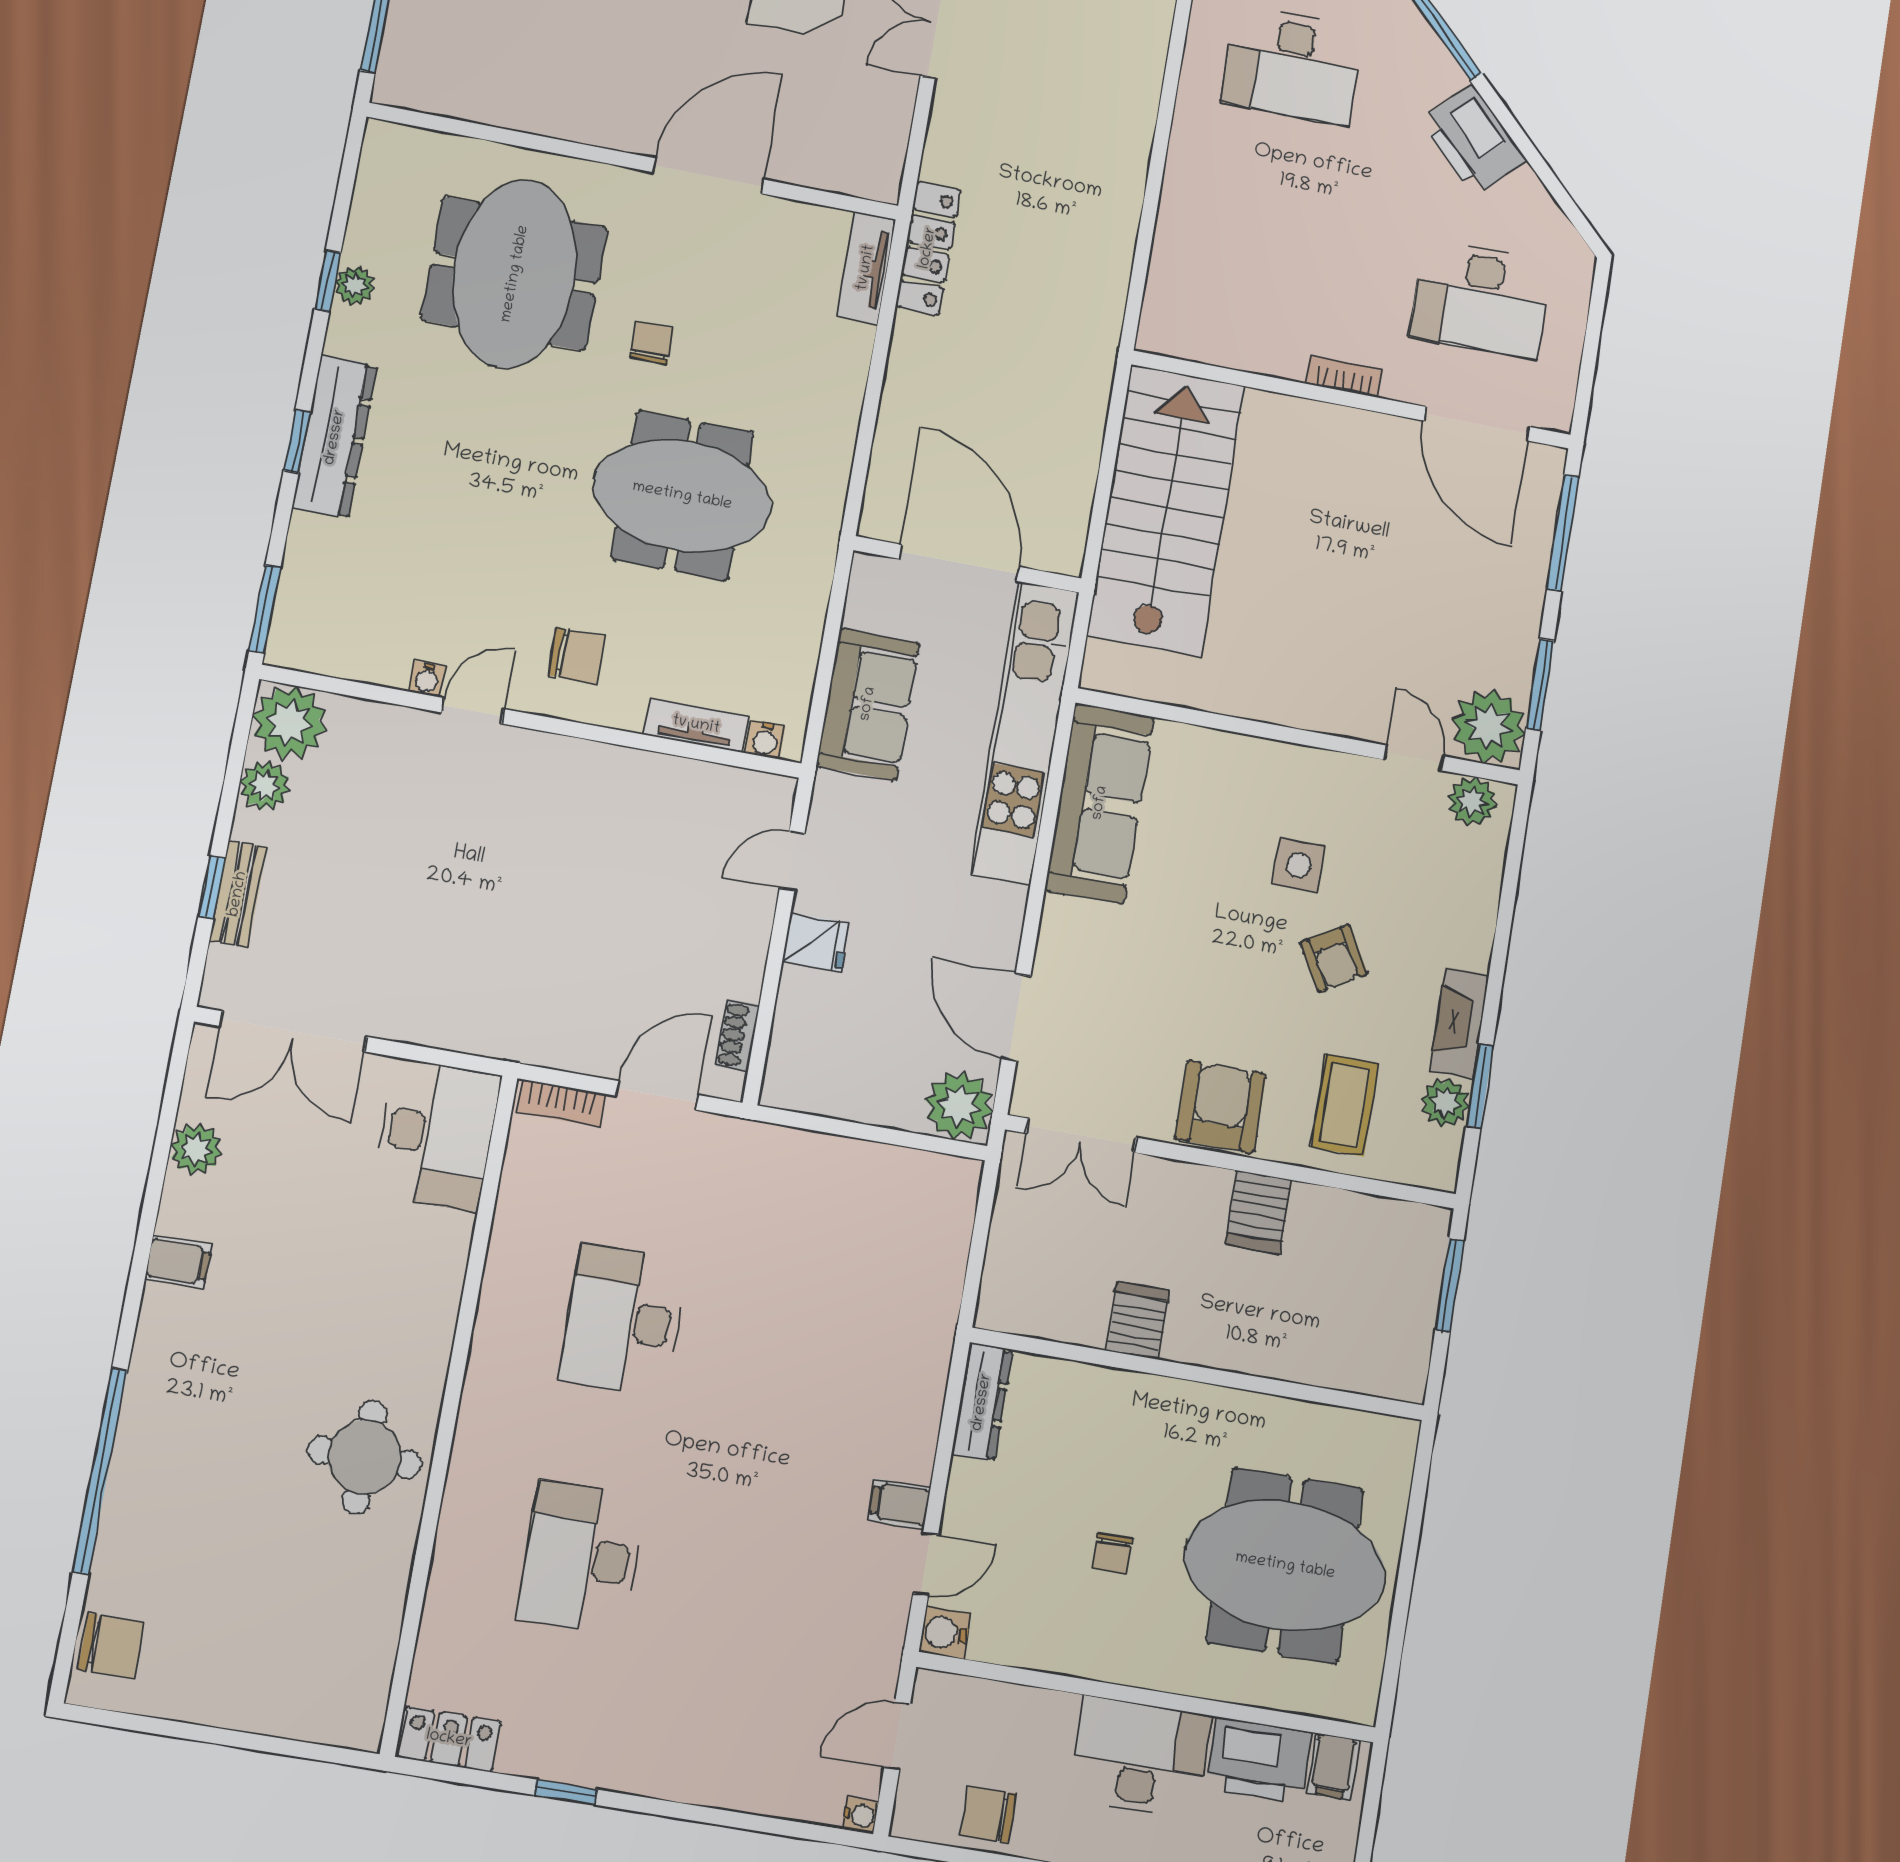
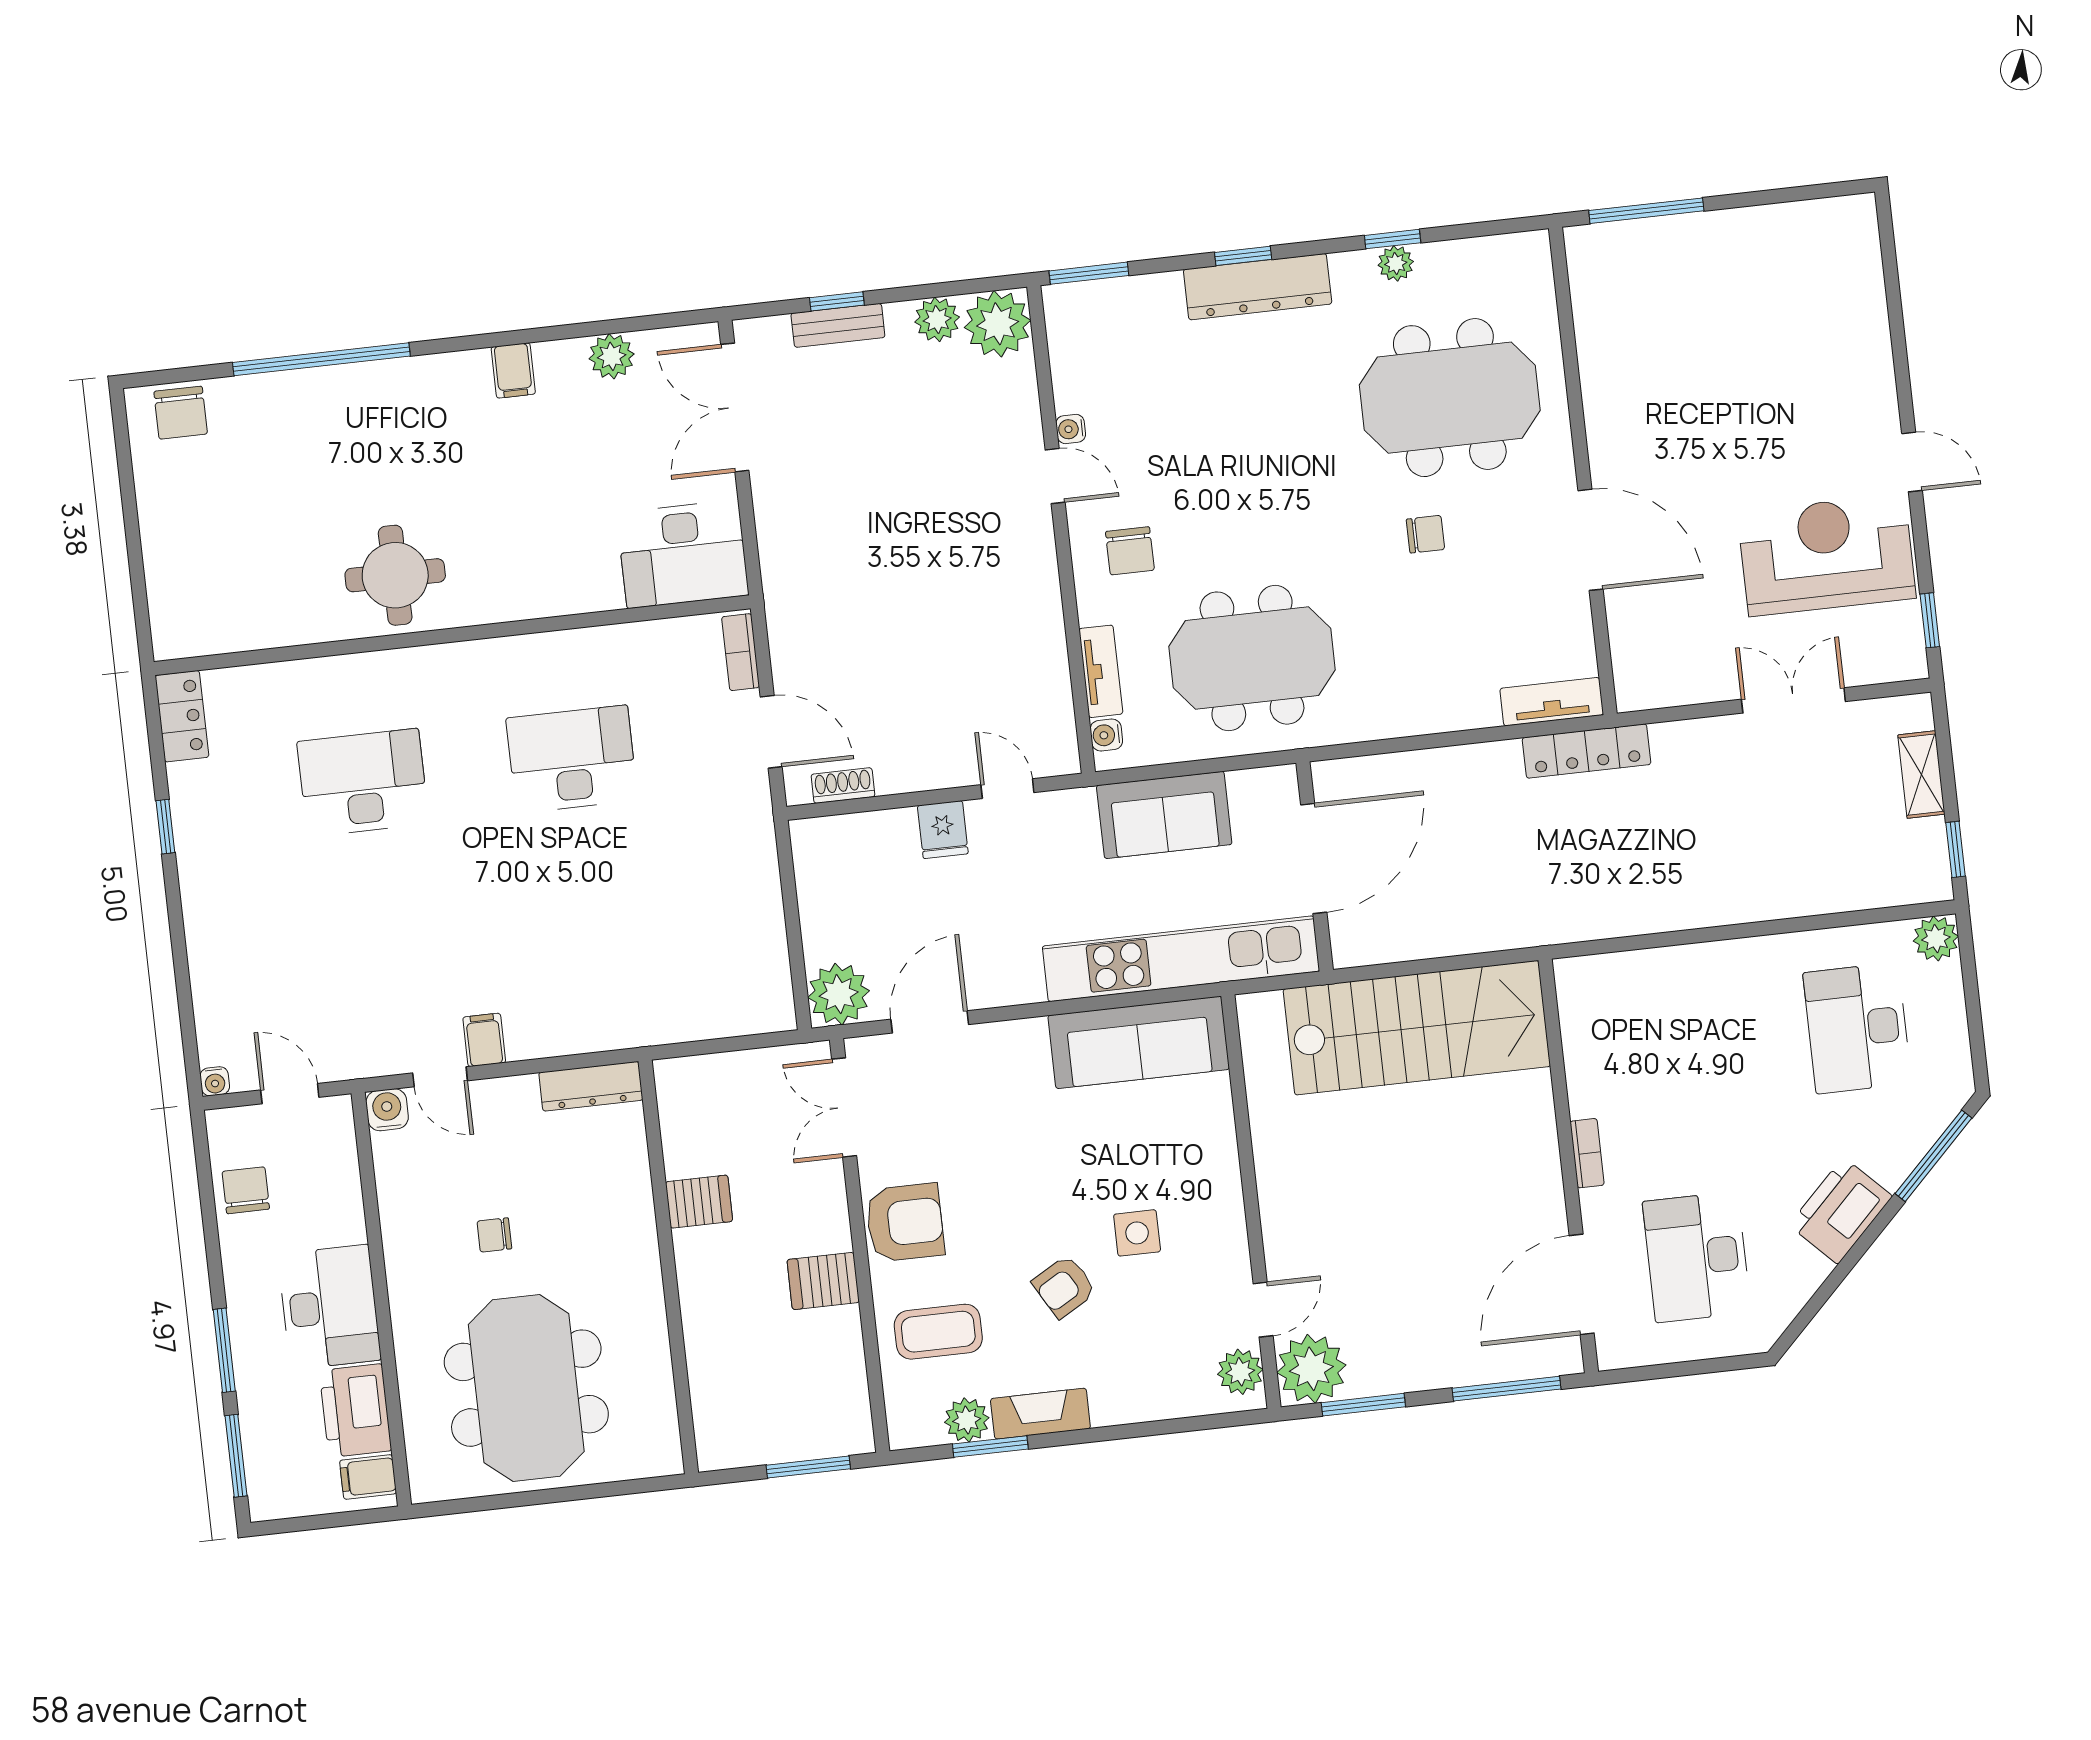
meeting table: (682, 496) -> (1252, 658), moved, turned 90

